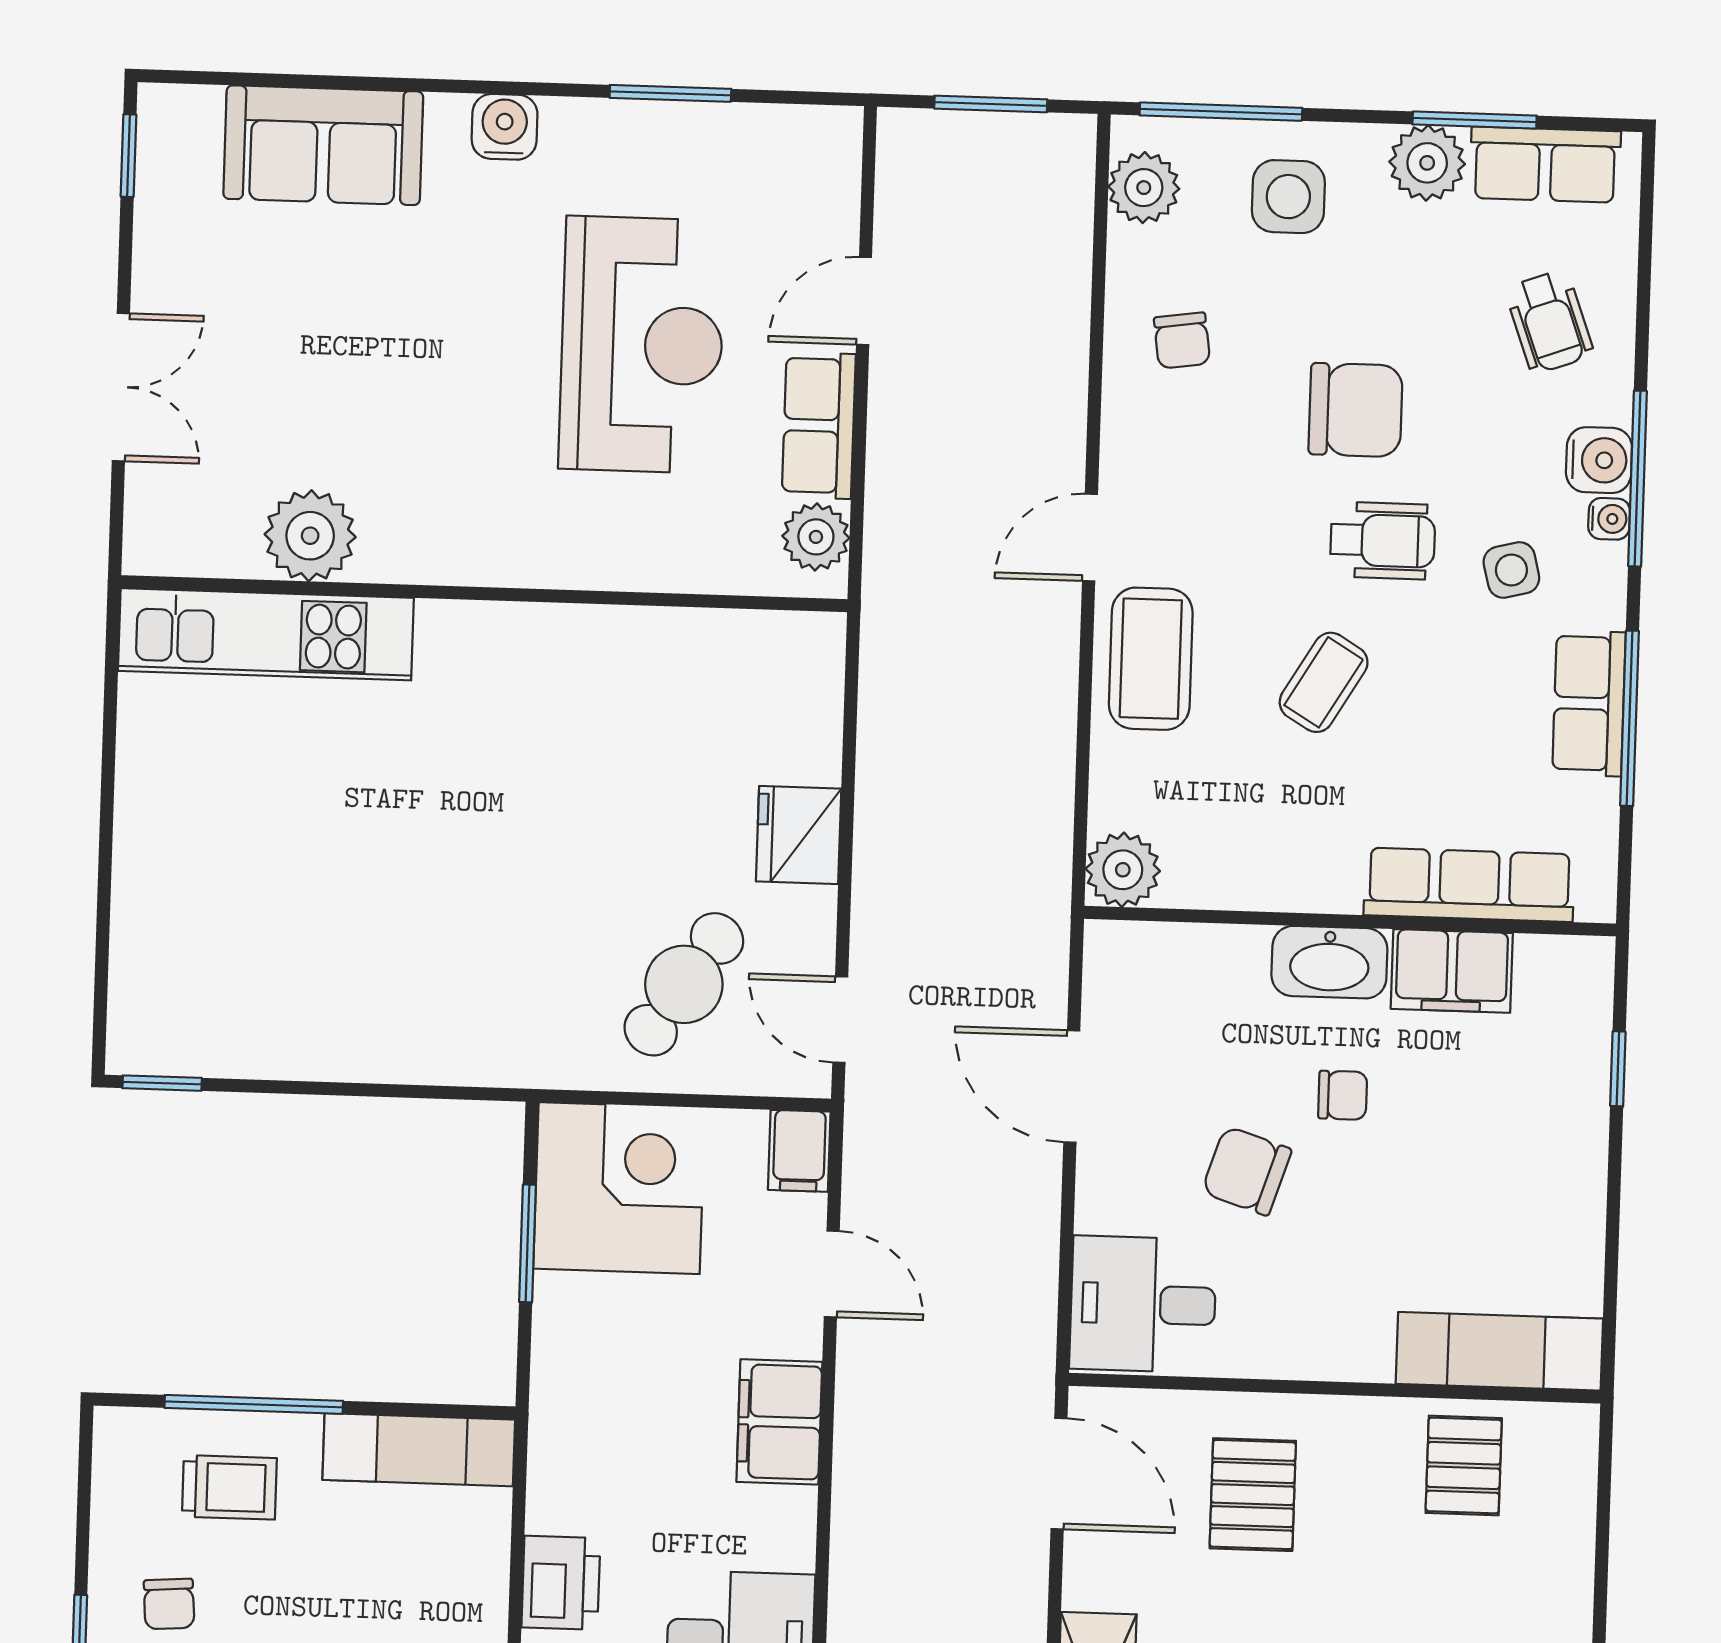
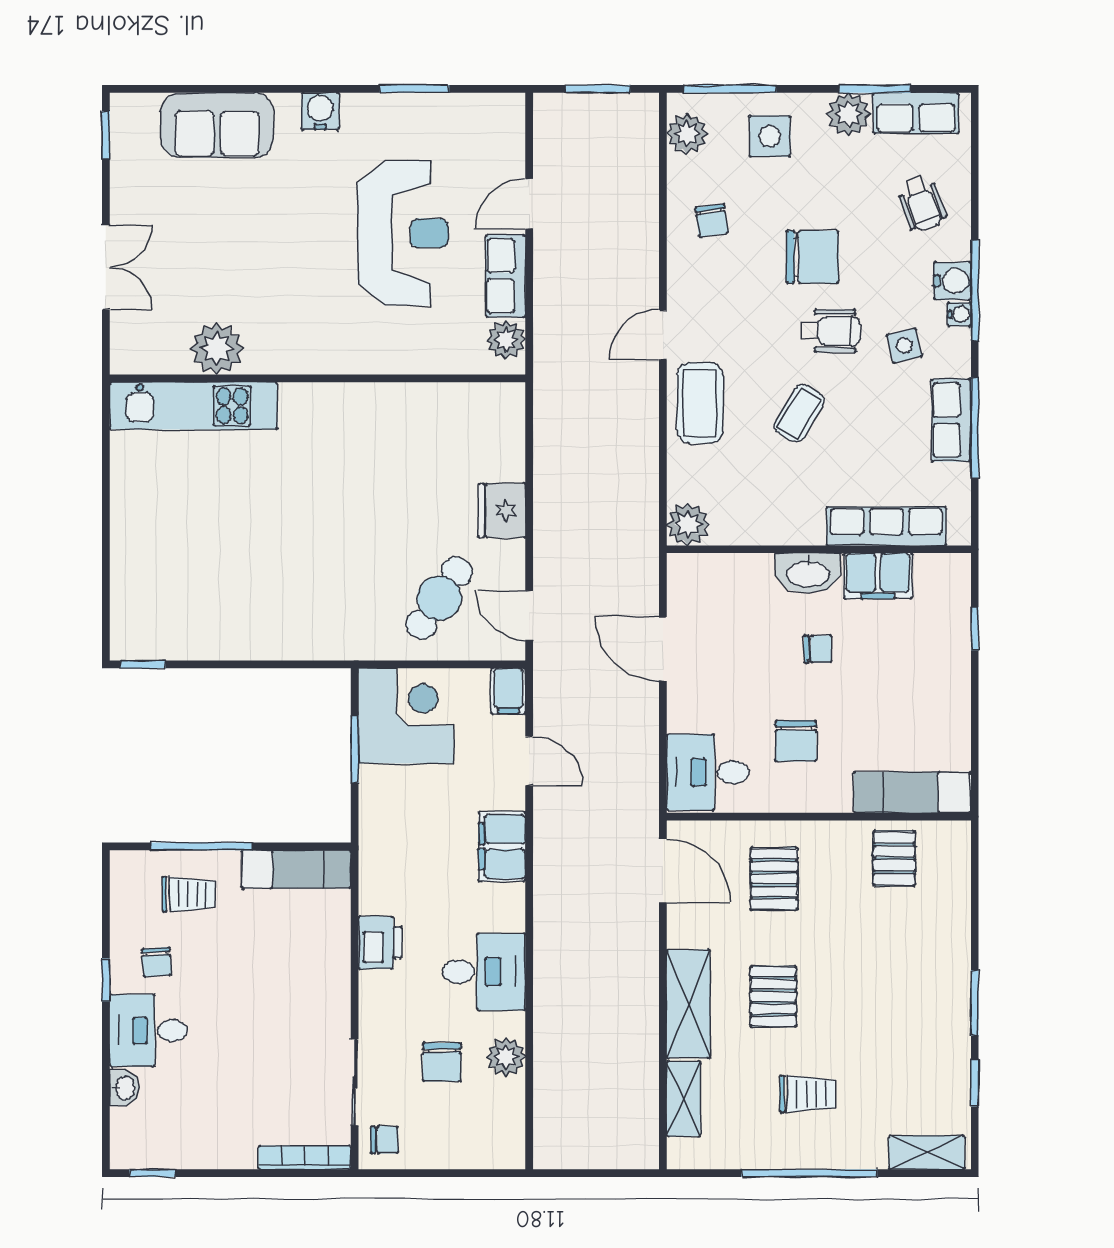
chair: (1247, 1171) -> (796, 741), moved, turned -108

